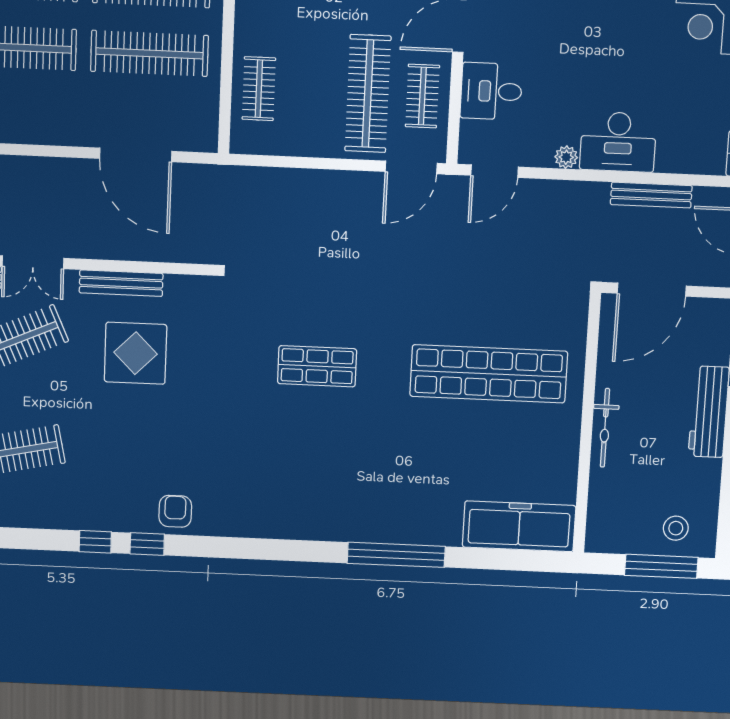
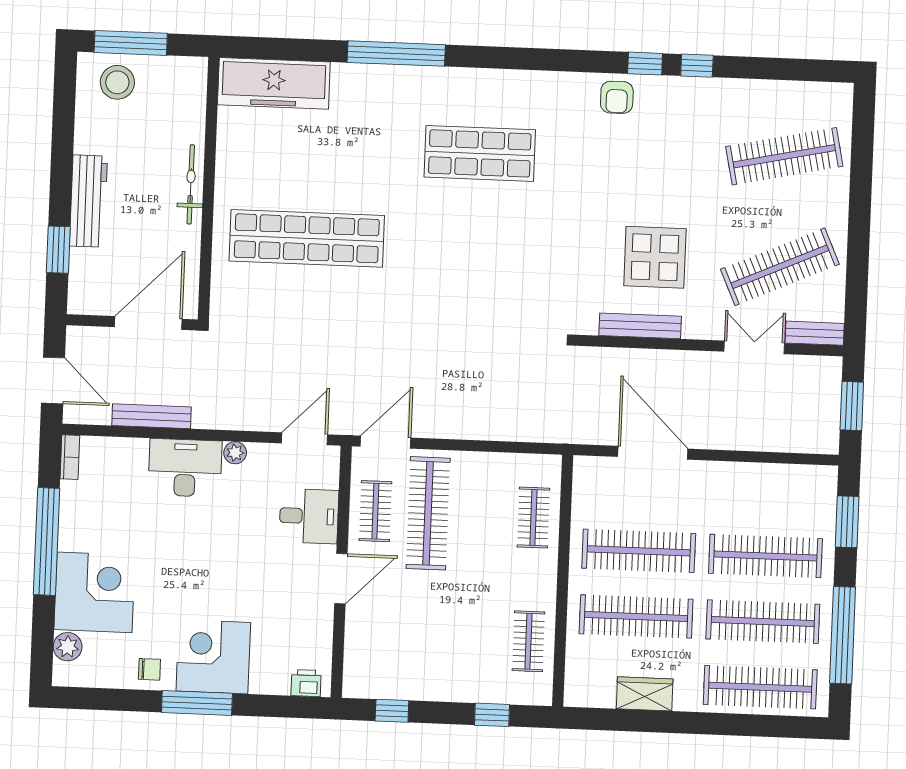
bench: (121, 283) -> (640, 326), moved
shop shelf: (317, 366) -> (480, 153), moved, width x1.43, depth x1.36
stool: (676, 528) -> (117, 82), width x1.38, depth x1.38

